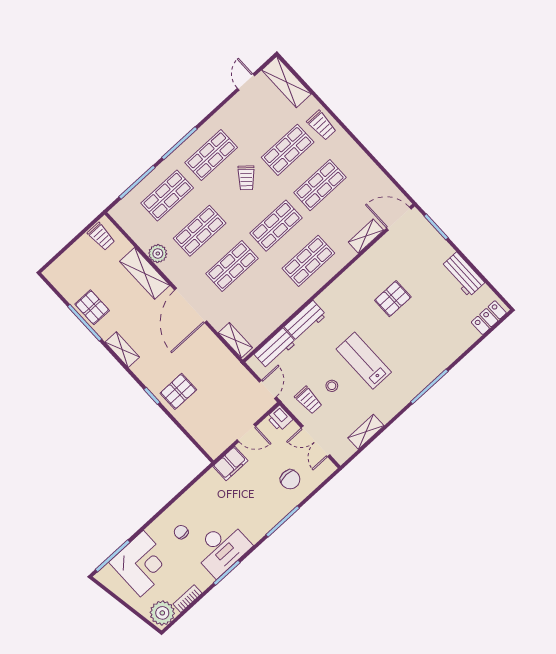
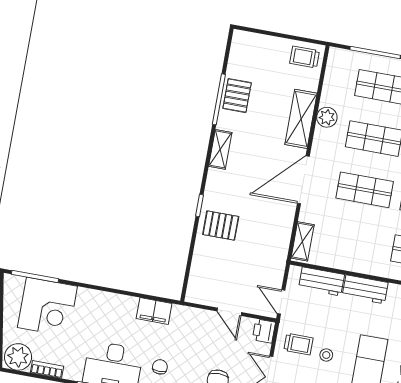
trolley: (101, 236) -> (305, 57), turned 90
door: (268, 389) -> (281, 302), swing flipped
trolley: (308, 400) -> (298, 344), turned -90
filing cabinet: (230, 464) -> (154, 311), moved
chair: (181, 532) -> (160, 367), moved

